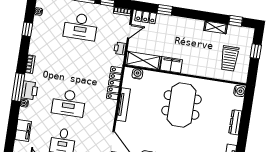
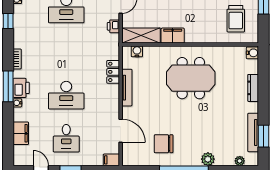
locker: (114, 83) -> (113, 72), width x0.66
meeting table: (181, 105) -> (191, 78), turned 90

